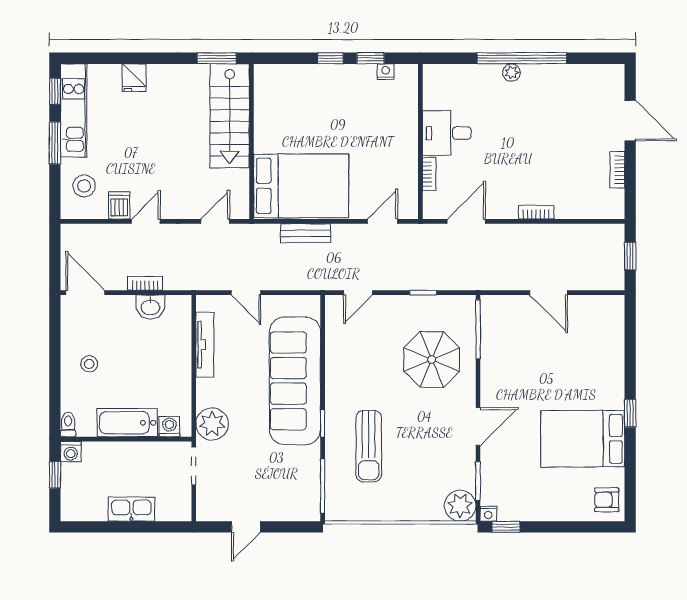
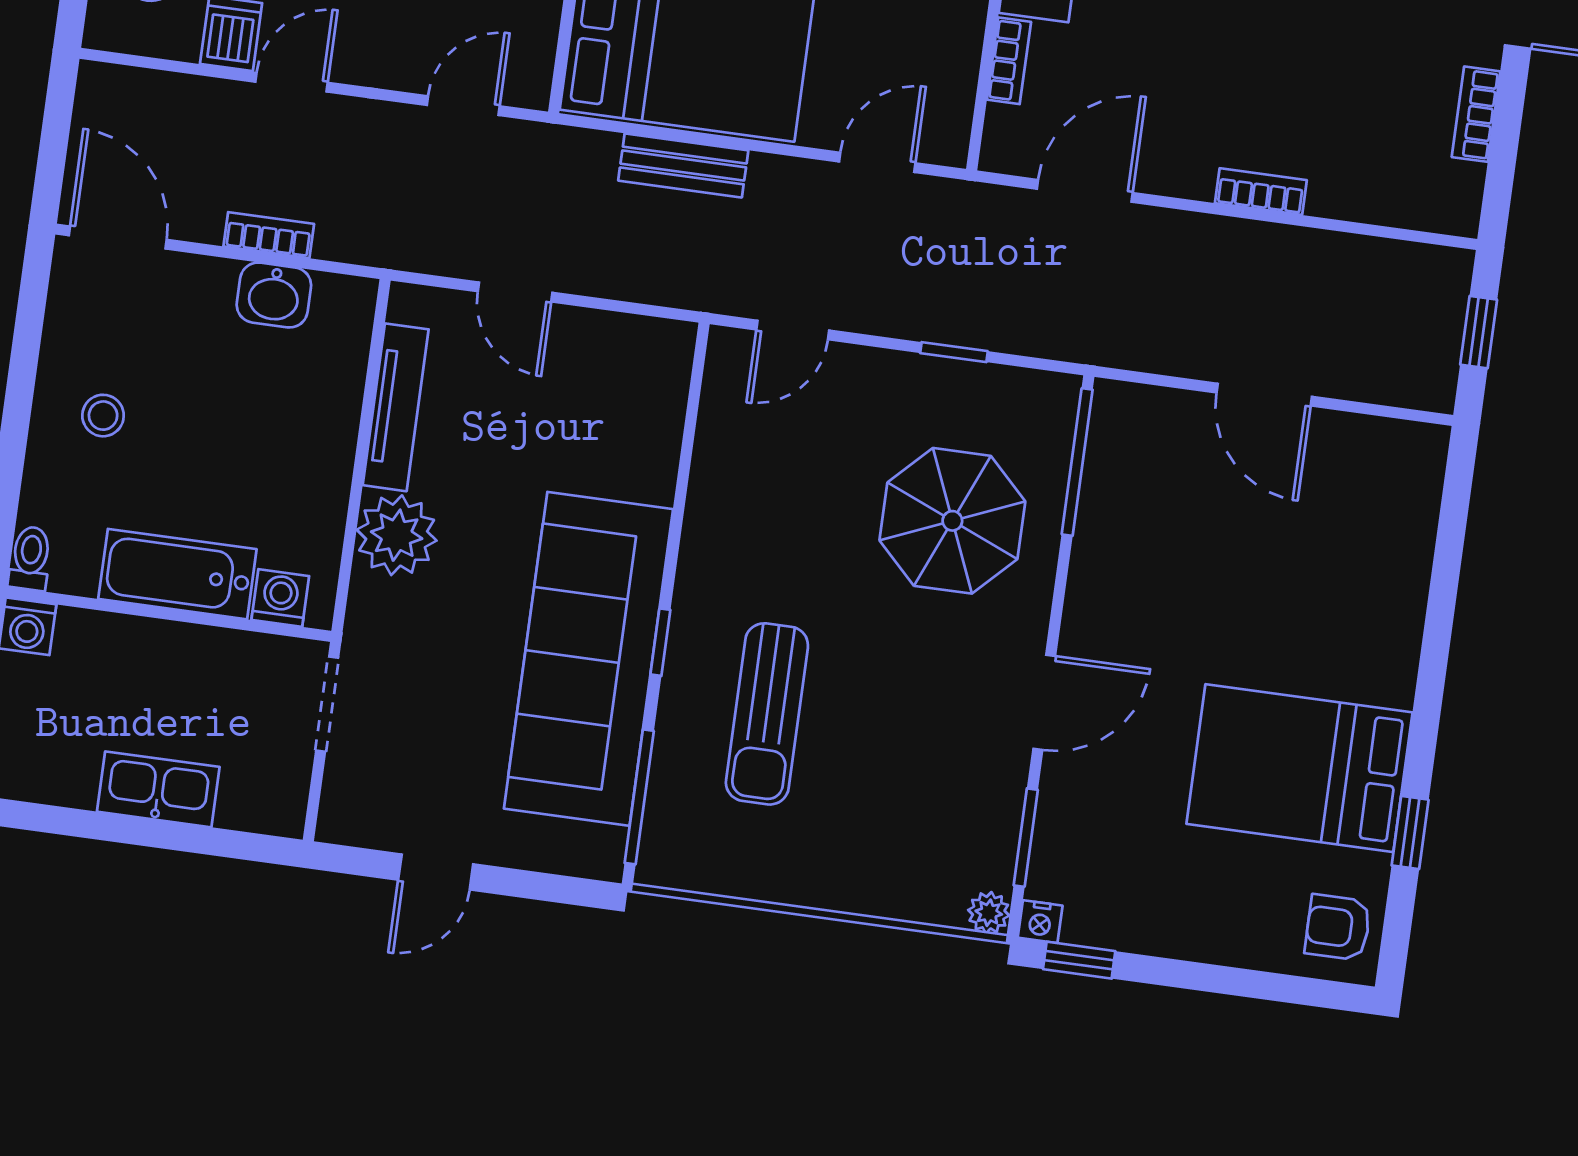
sofa: (295, 381) -> (588, 659), moved
window: (630, 413) -> (1410, 833), moved
plant: (212, 424) -> (397, 535), moved
plant: (460, 506) -> (989, 913), width x0.53, depth x0.53

